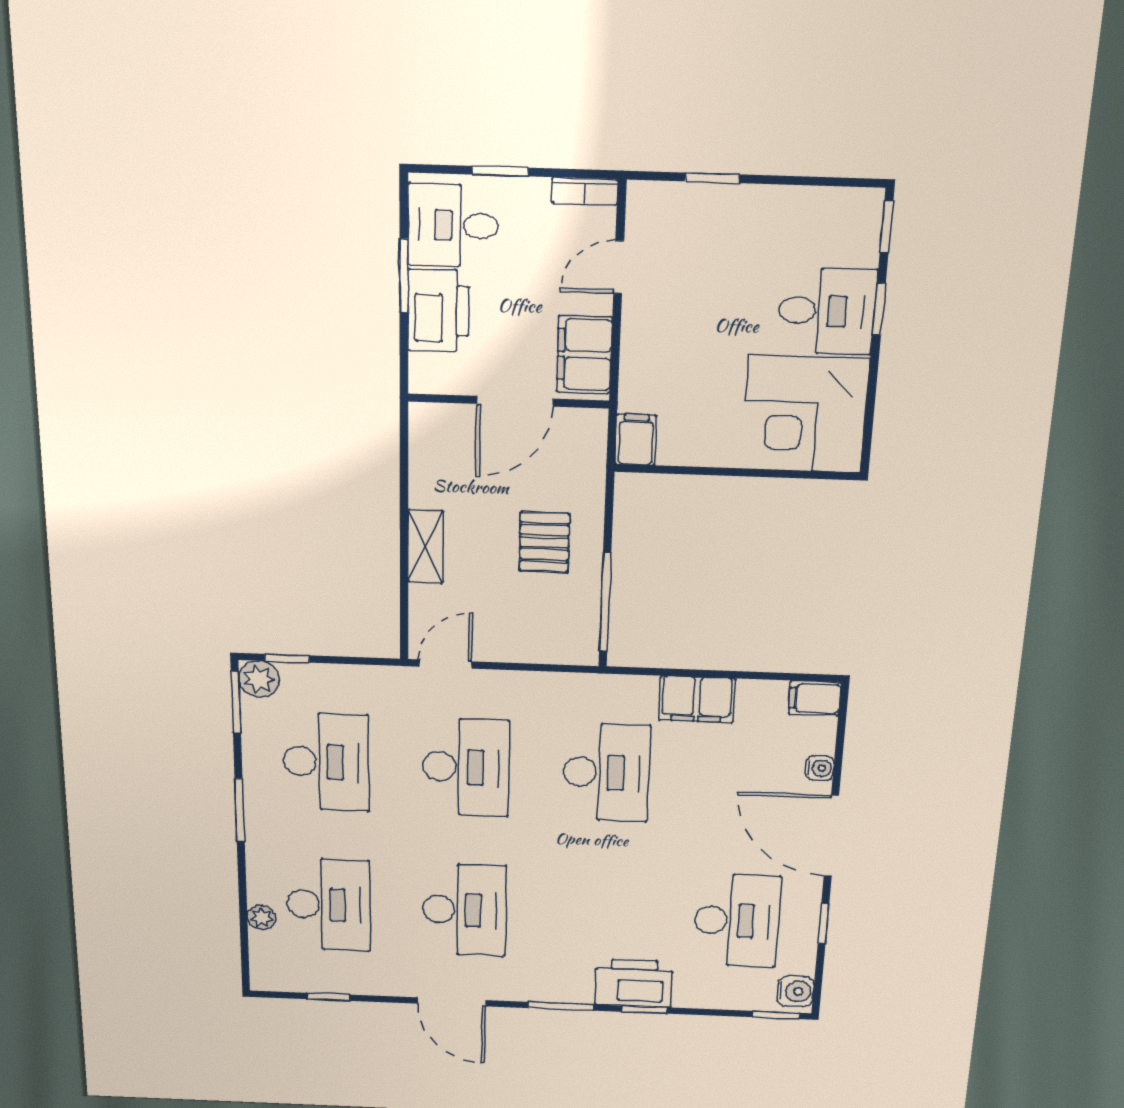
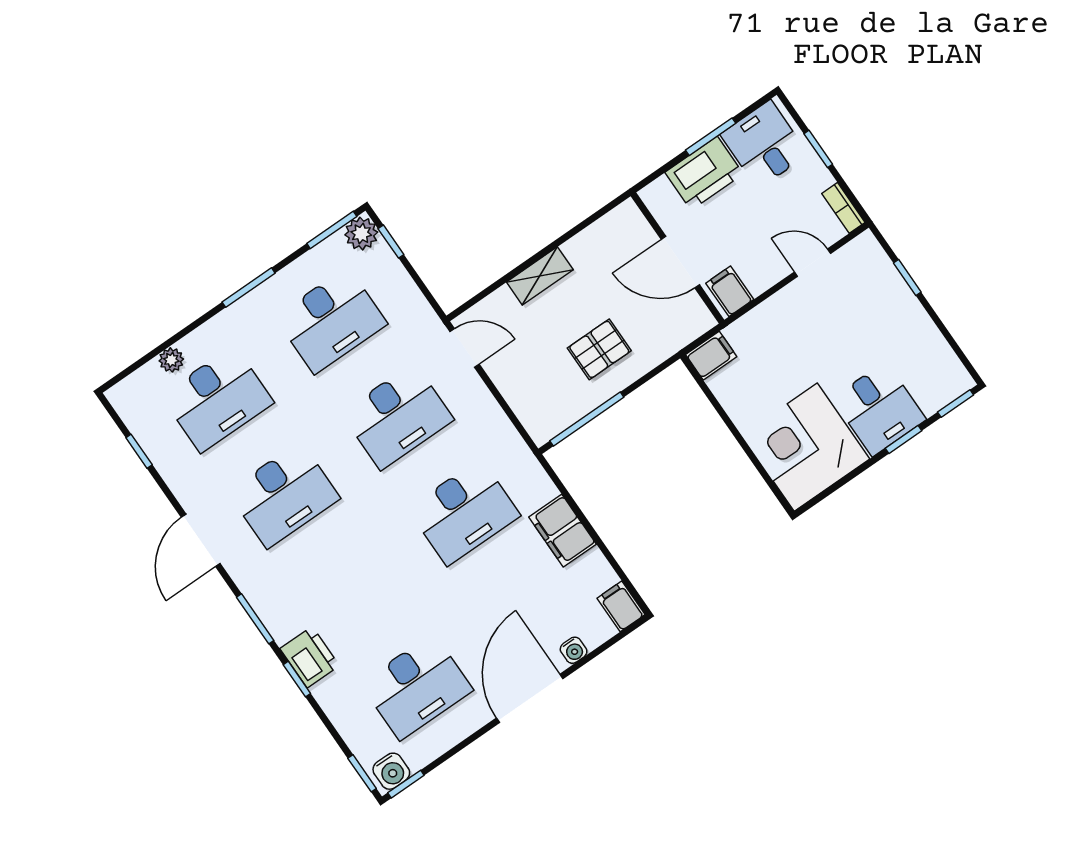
filing cabinet: (584, 355) -> (730, 291), width x0.50
window: (823, 924) -> (406, 784), moved
printer: (634, 983) -> (310, 657), width x0.73, depth x0.84

